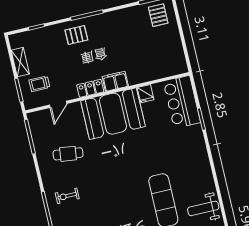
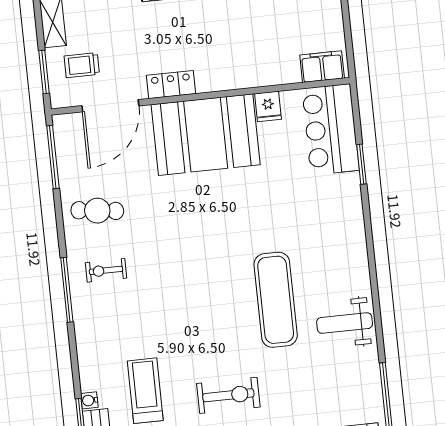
filing cabinet: (115, 81) -> (322, 67), moved
door: (58, 104) -> (110, 106), width x1.88
cafe table: (68, 154) -> (97, 211), moved

